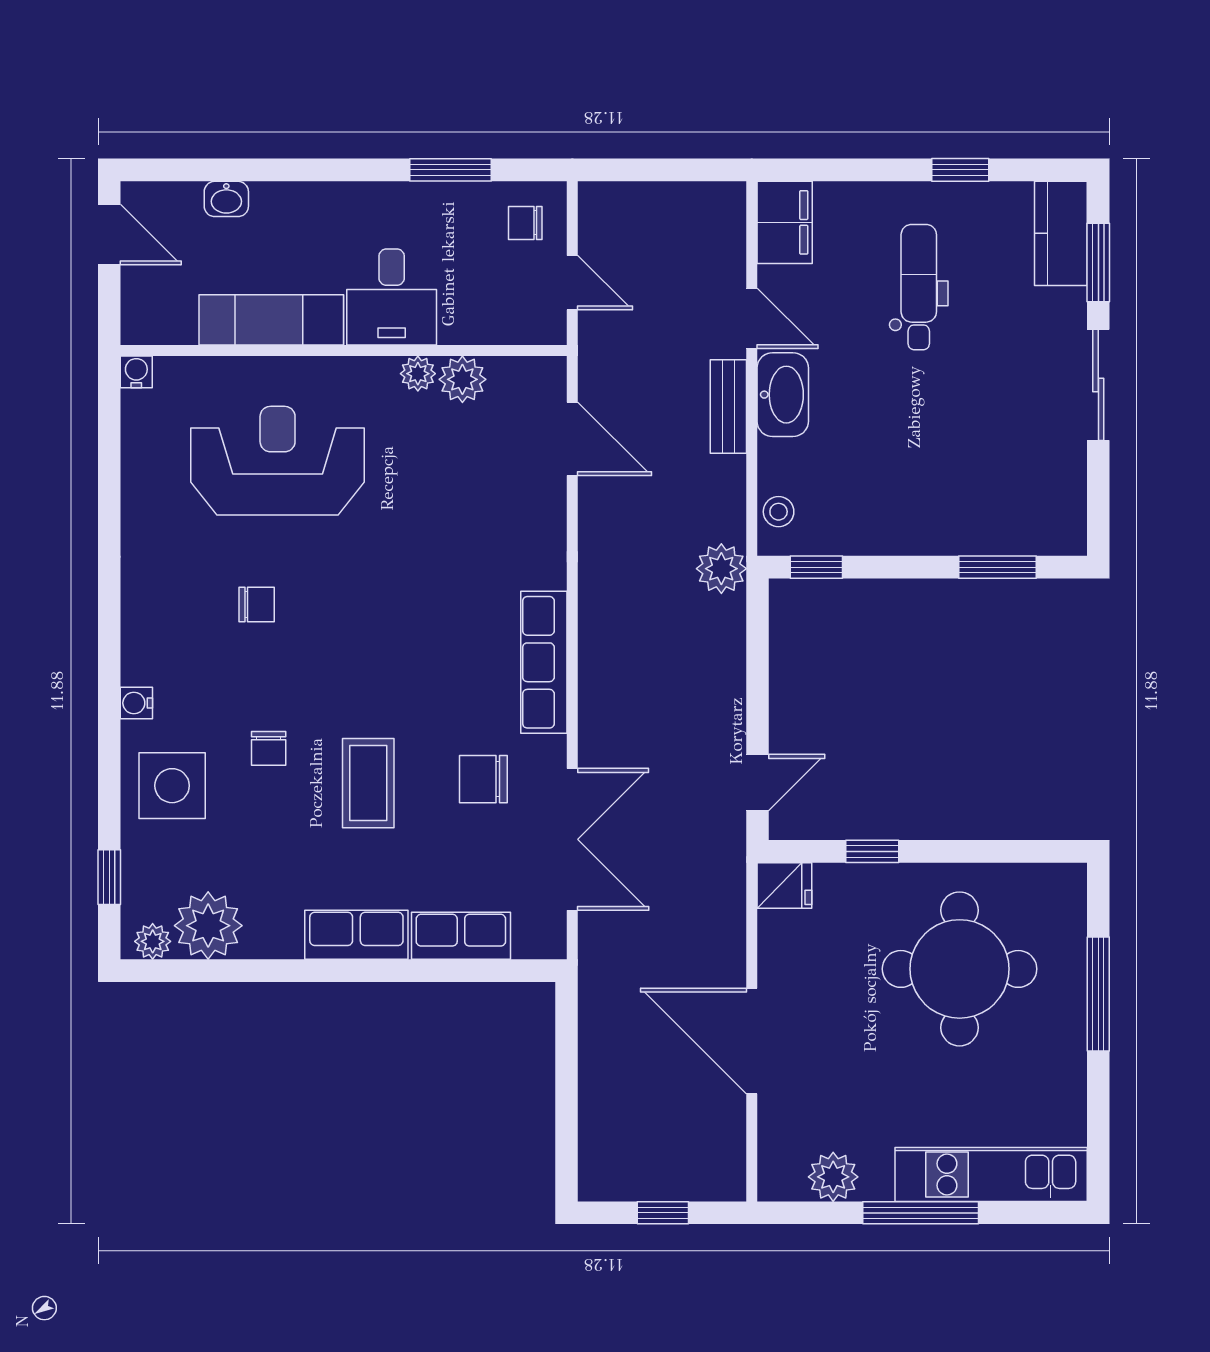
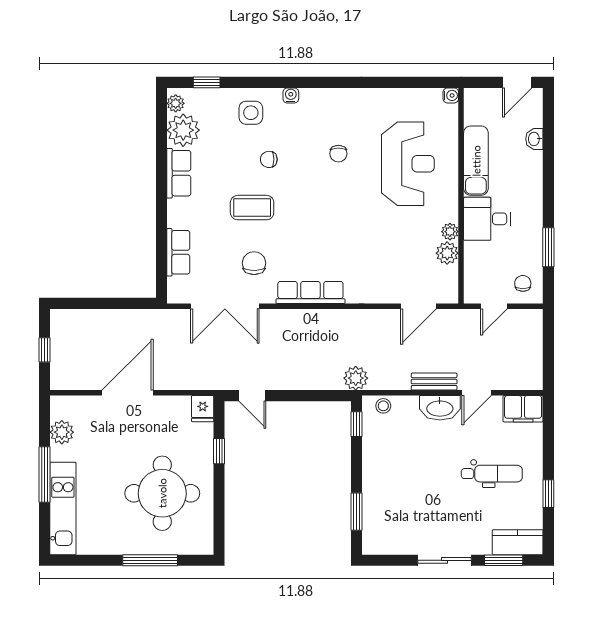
side table: (172, 786) -> (251, 113), width x0.73, depth x0.73
row of seats: (356, 935) -> (179, 173), moved

